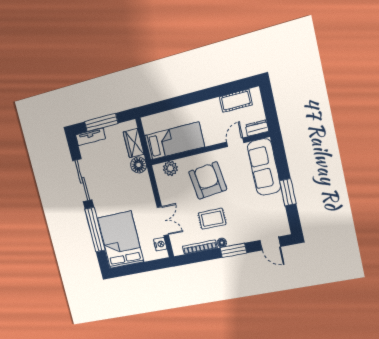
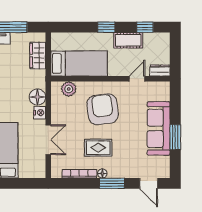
window: (232, 87) -> (145, 27), added
window: (192, 98) -> (106, 27), added
cot: (236, 101) -> (128, 40), moved
floor lamp: (139, 165) -> (37, 97), moved
sofa: (264, 167) -> (159, 128), moved
nightstand: (160, 244) -> (40, 113), moved

